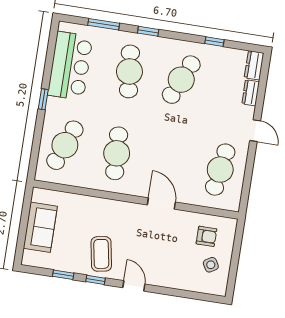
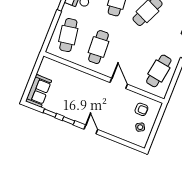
cafe table: (65, 145) -> (68, 35), turned -30
sofa: (40, 227) -> (39, 91), moved
coffee table: (101, 254) -> (76, 106), removed

